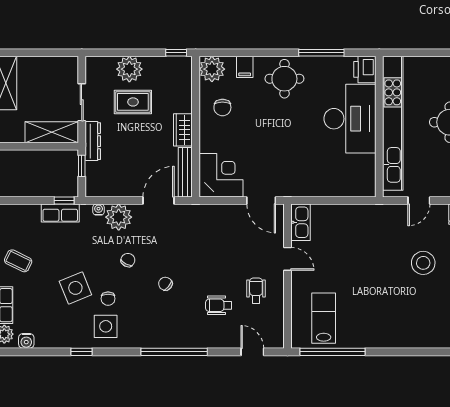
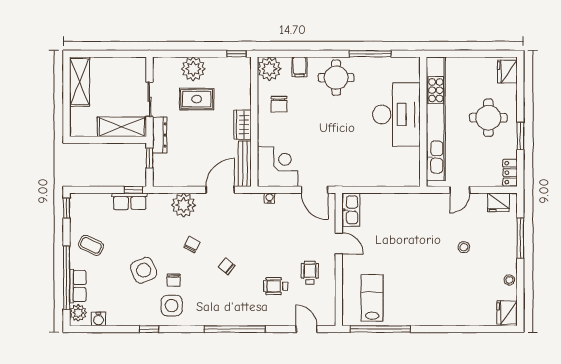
printer: (365, 69) -> (410, 69), removed
water cooler: (99, 210) -> (270, 198), moved
stool: (423, 263) -> (464, 247), width x0.53, depth x0.53

